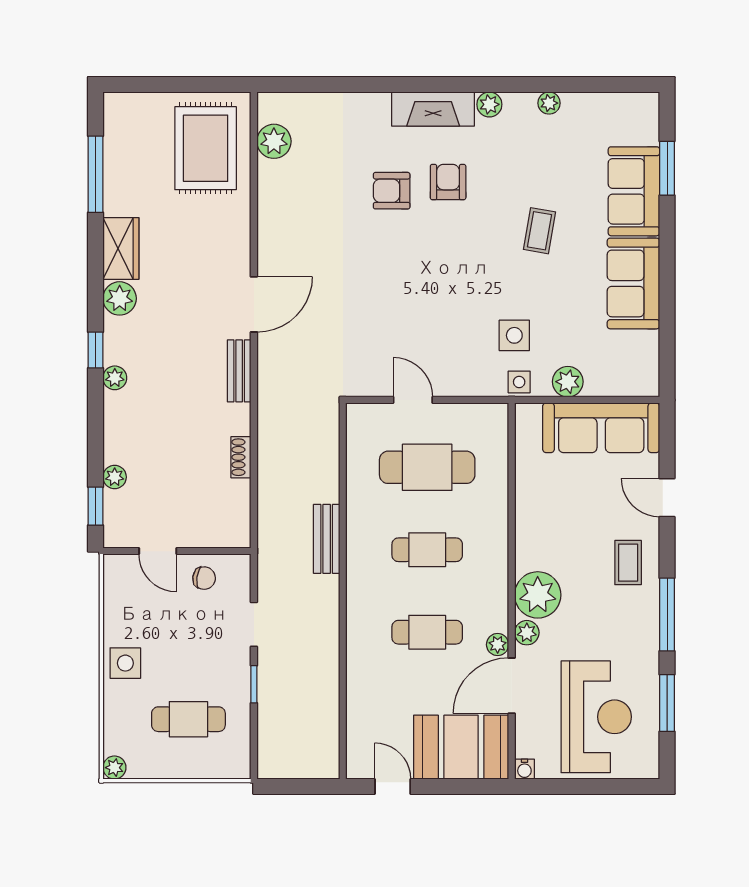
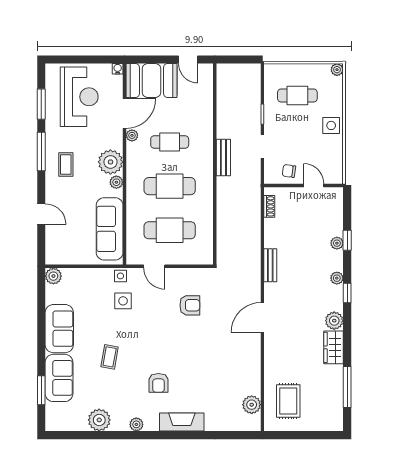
plant: (549, 103) -> (99, 420), width x1.87, depth x1.87
fireplace: (433, 109) -> (182, 422), moved
rug: (206, 148) -> (288, 401), width x0.73, depth x0.70
armchair: (392, 191) -> (190, 305), moved
bench: (239, 371) -> (270, 265), moved
plant: (568, 382) -> (53, 276), moved
door: (413, 400) -> (154, 266), moved
sofa: (601, 428) -> (110, 229), moved, turned -90
shoe rack: (241, 457) -> (269, 206), moved
plant: (115, 477) -> (337, 243), moved
window: (95, 506) -> (347, 240), moved
bench: (327, 539) -> (223, 158), moved
cafe table: (427, 550) -> (170, 186), width x1.37, depth x1.35
coffee table: (628, 563) -> (66, 164), moved
plant: (527, 633) -> (116, 182), moved
reception desk: (596, 717) -> (79, 97), turned 180

